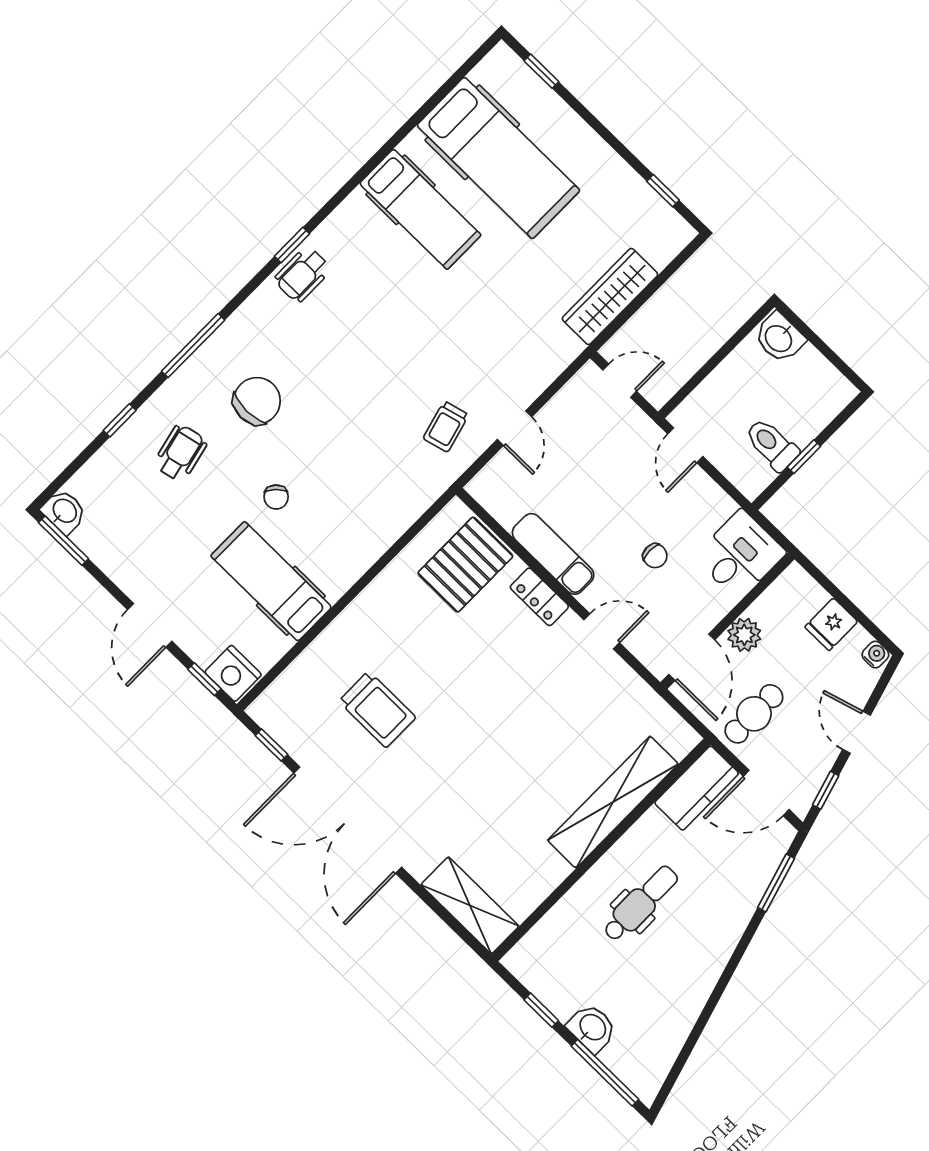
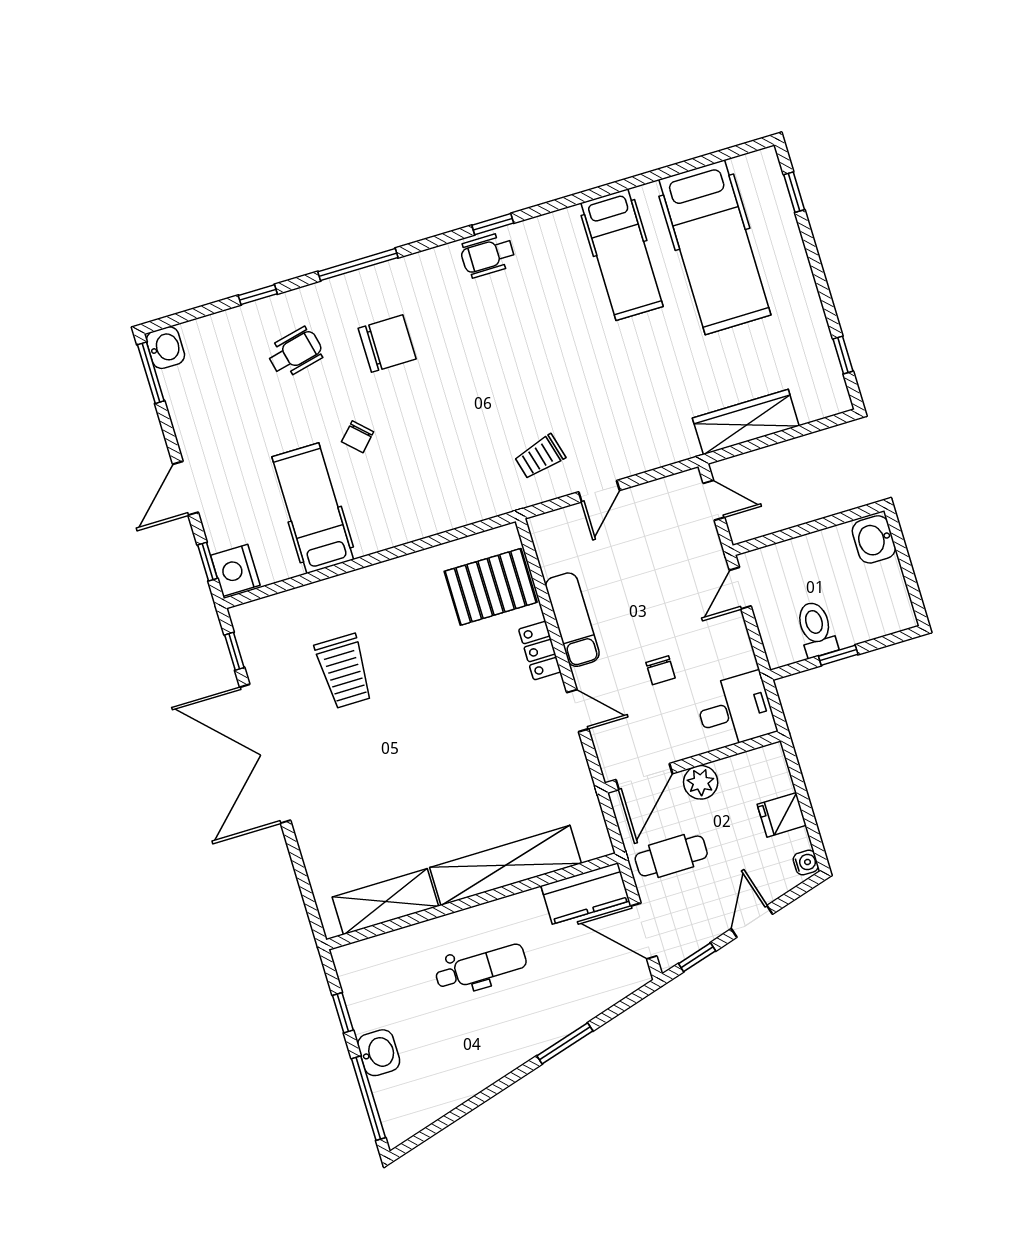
window: (776, 883) -> (565, 1043), moved
shelving: (470, 905) -> (385, 902), moved, turned 90

